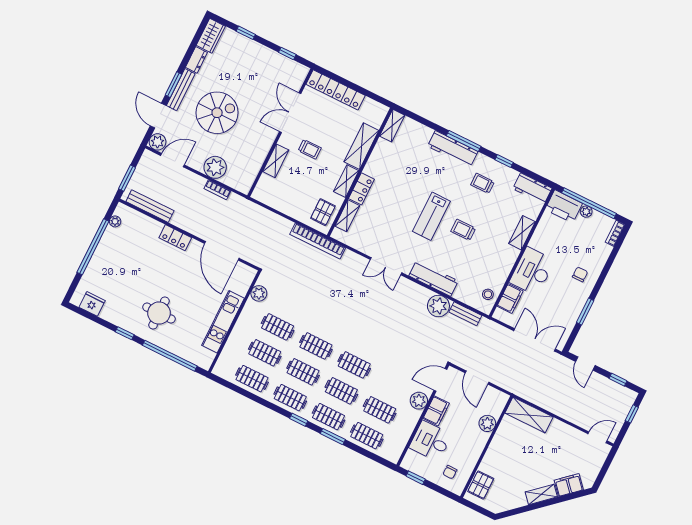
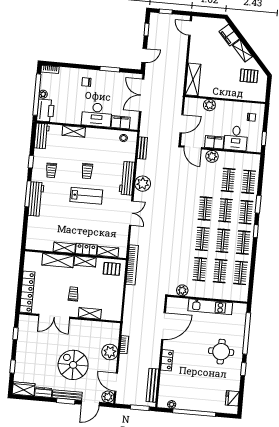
shelving: (392, 126) -> (64, 248), moved
plant: (438, 306) -> (143, 184), moved
pallet: (481, 485) -> (249, 76), moved

